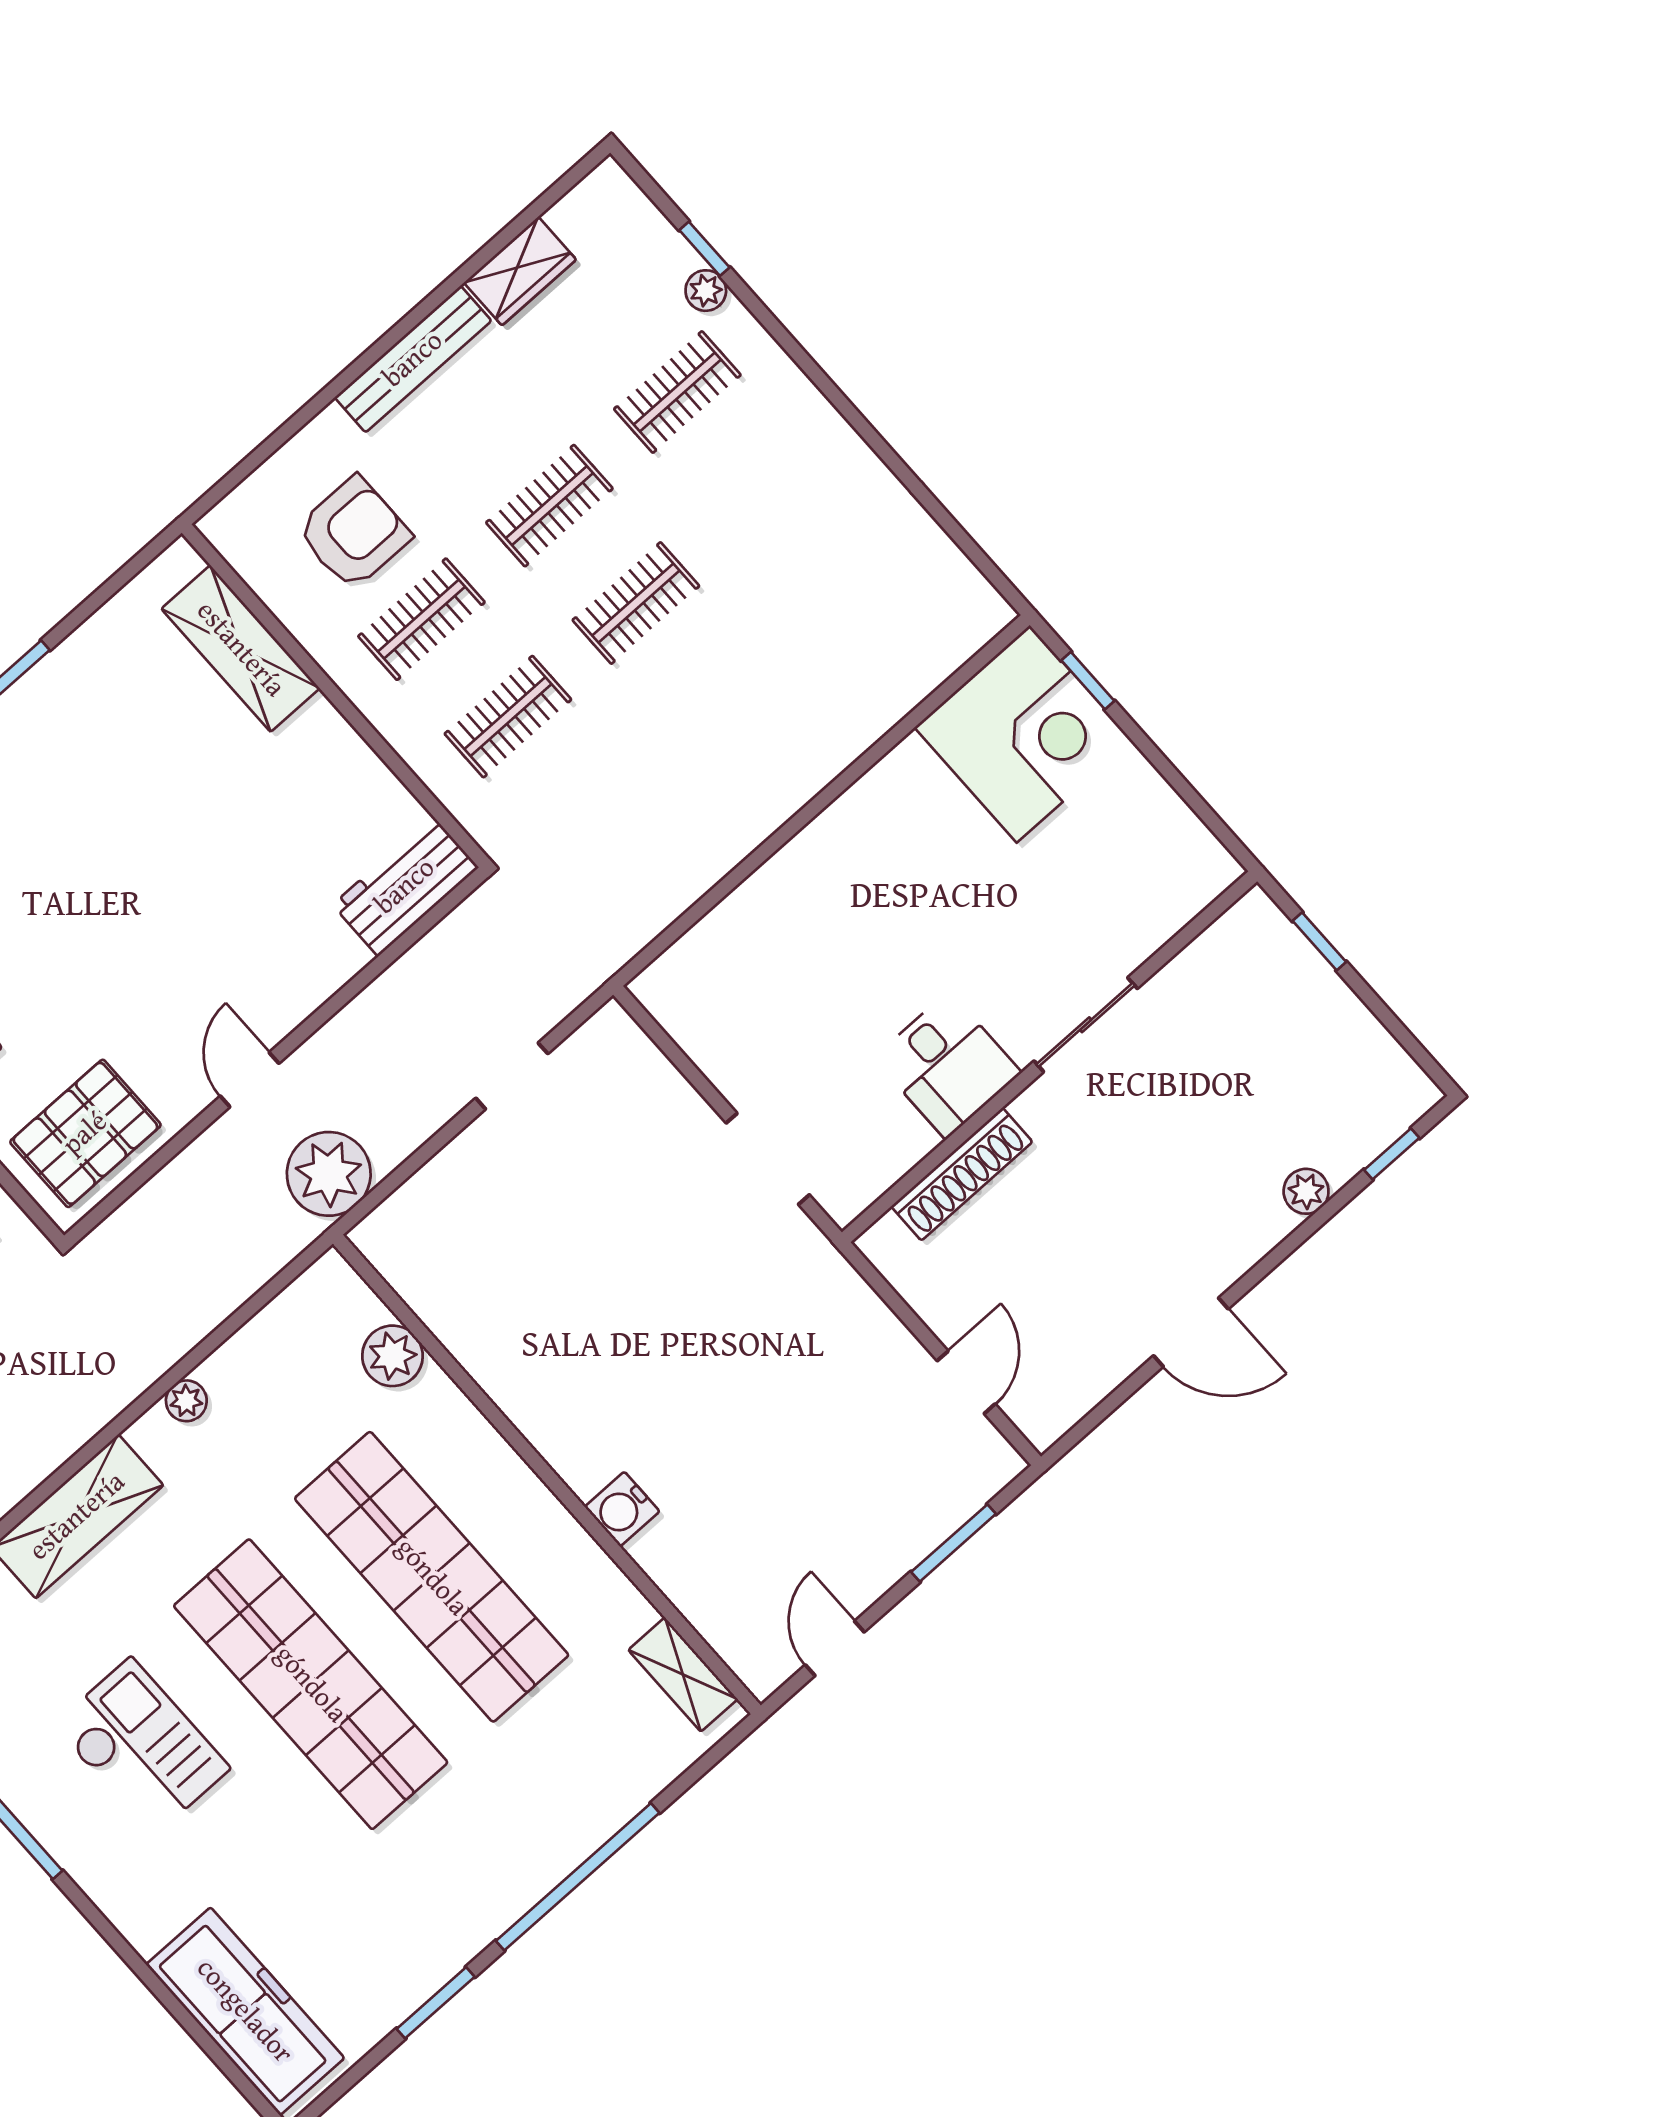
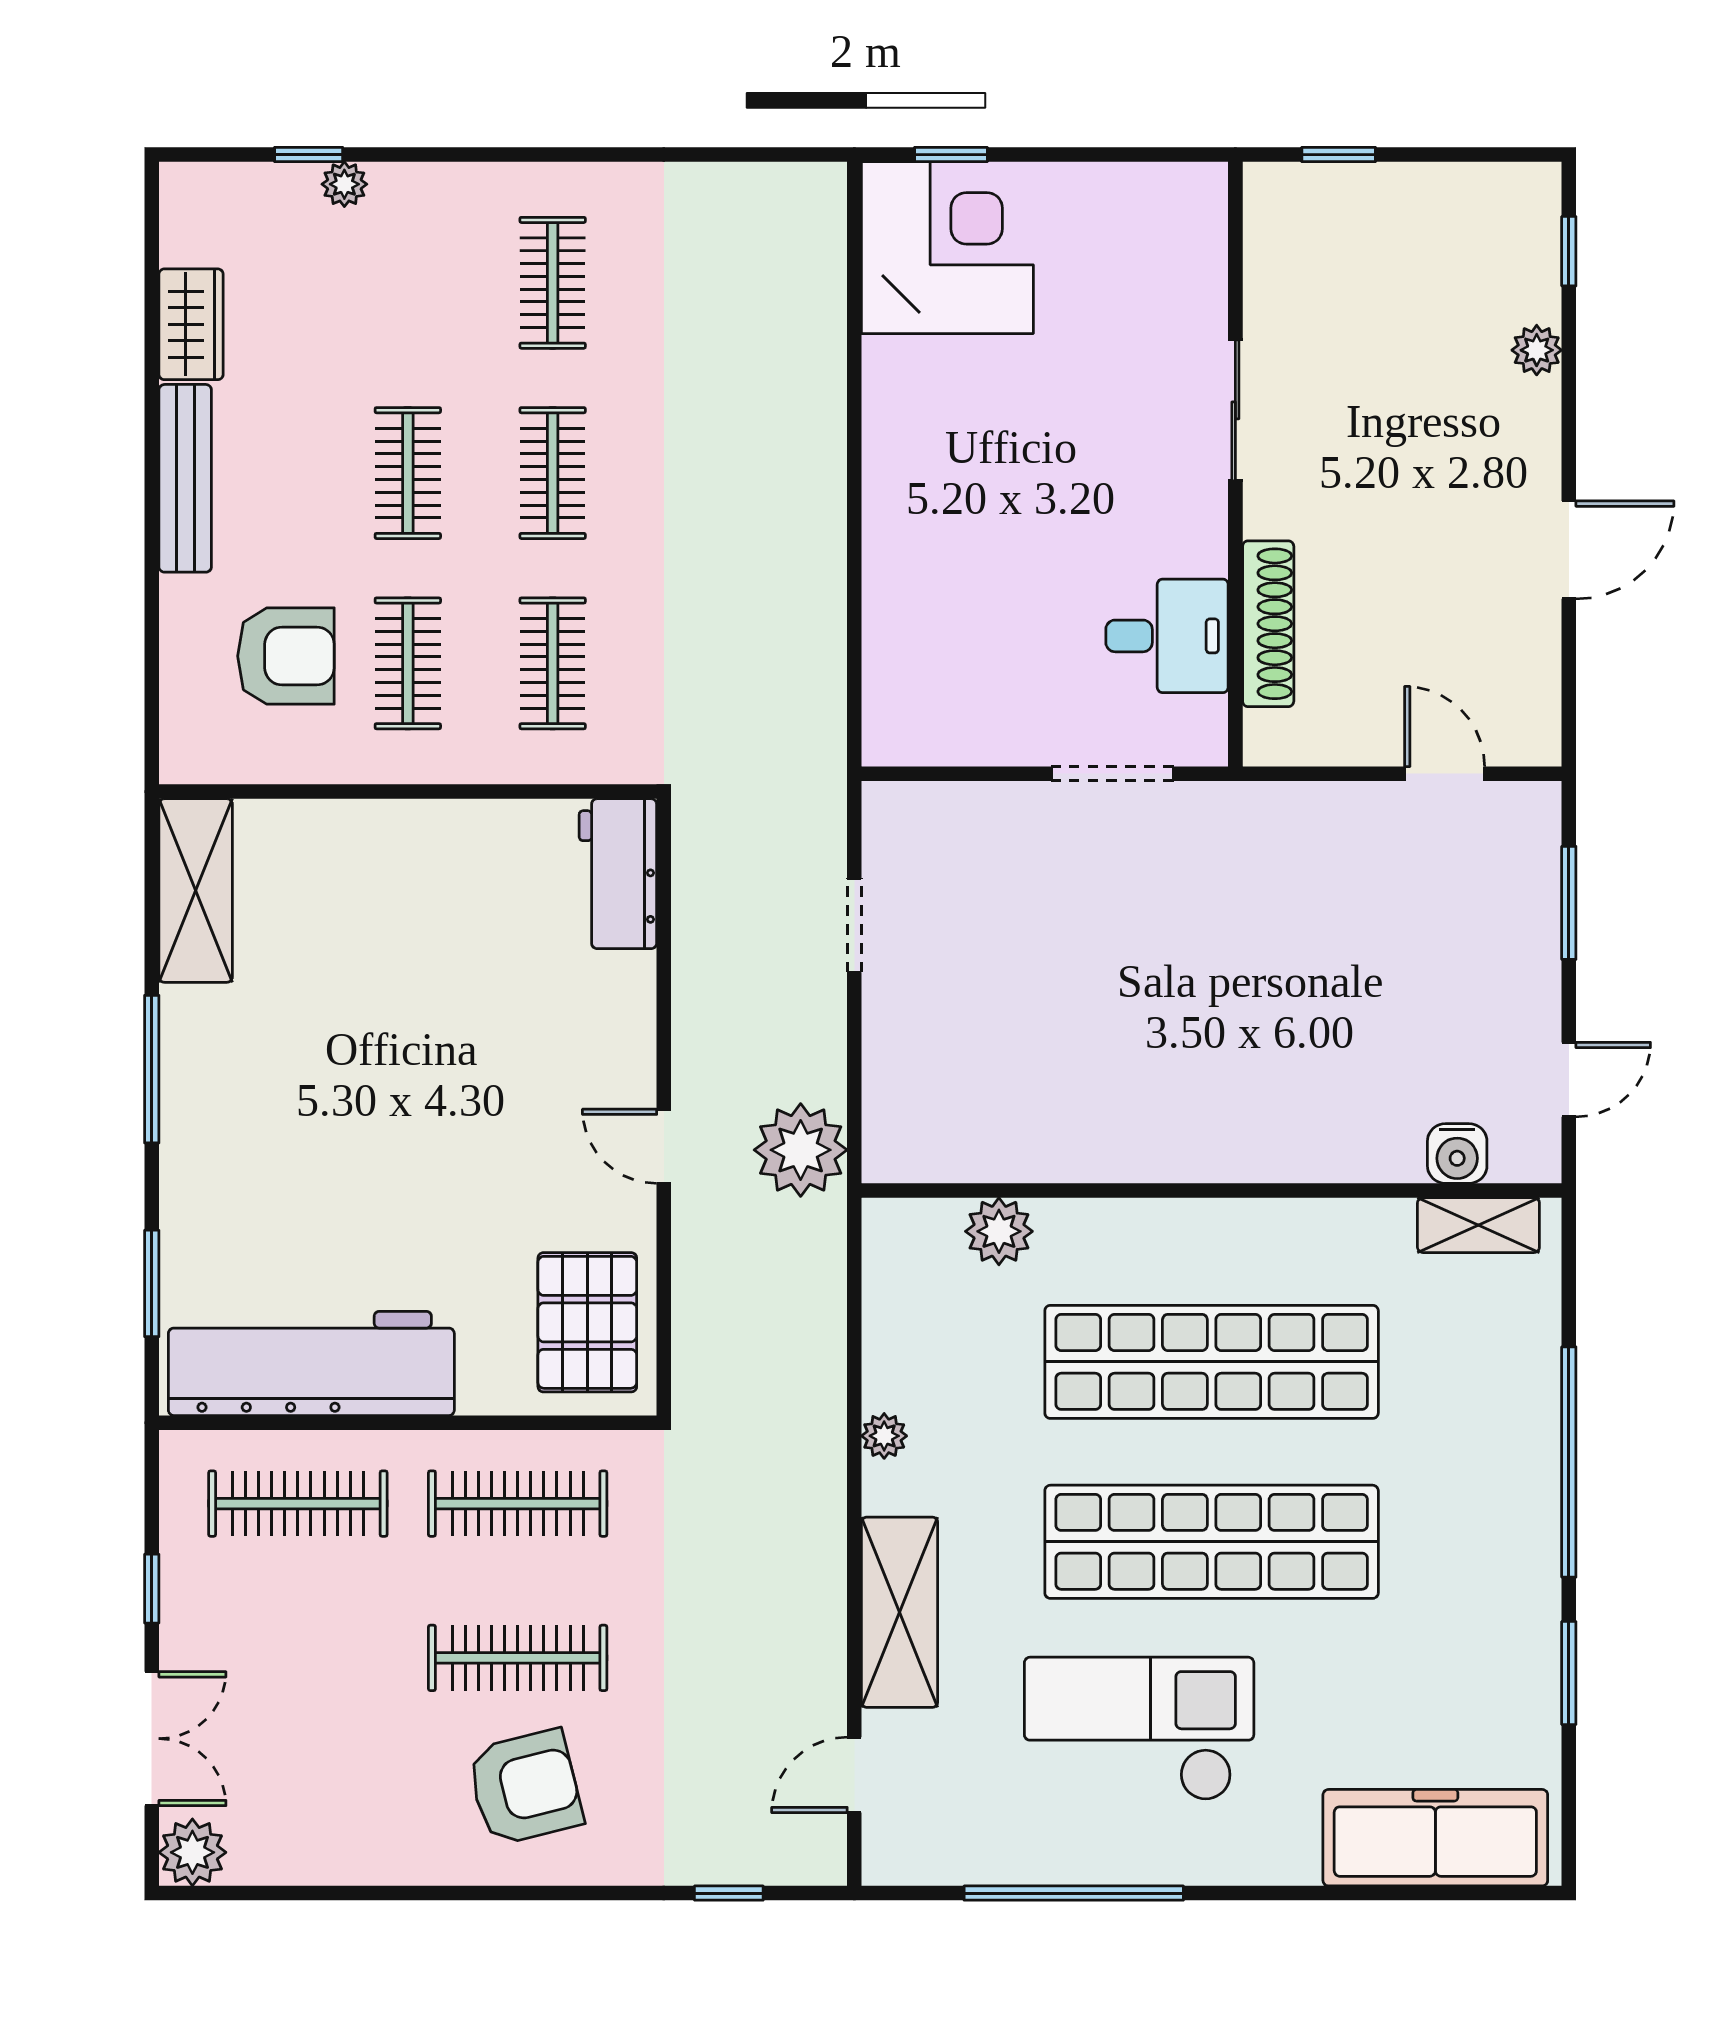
clothes rail: (677, 392) -> (553, 283), moved
armchair: (354, 533) -> (286, 656), turned 90
shelving: (241, 649) -> (196, 891), moved, turned 90
desk: (947, 1065) -> (1167, 636), moved
water cooler: (622, 1509) -> (1457, 1154), moved
door: (835, 1648) -> (1569, 1080), swing flipped
checkout: (142, 1747) -> (1139, 1729), width x1.36, depth x1.21

